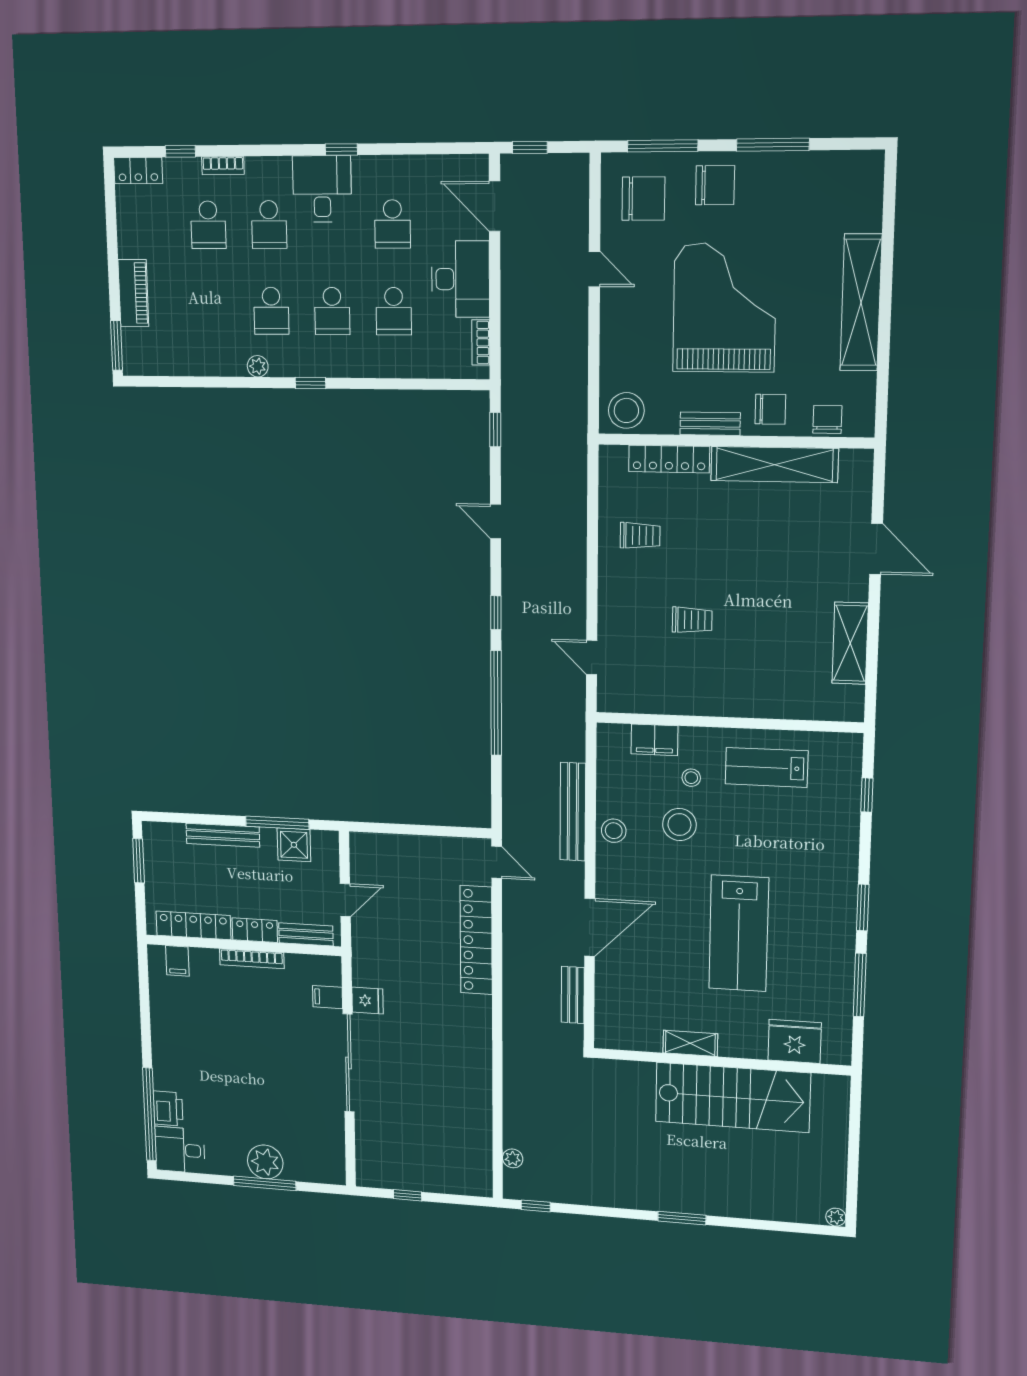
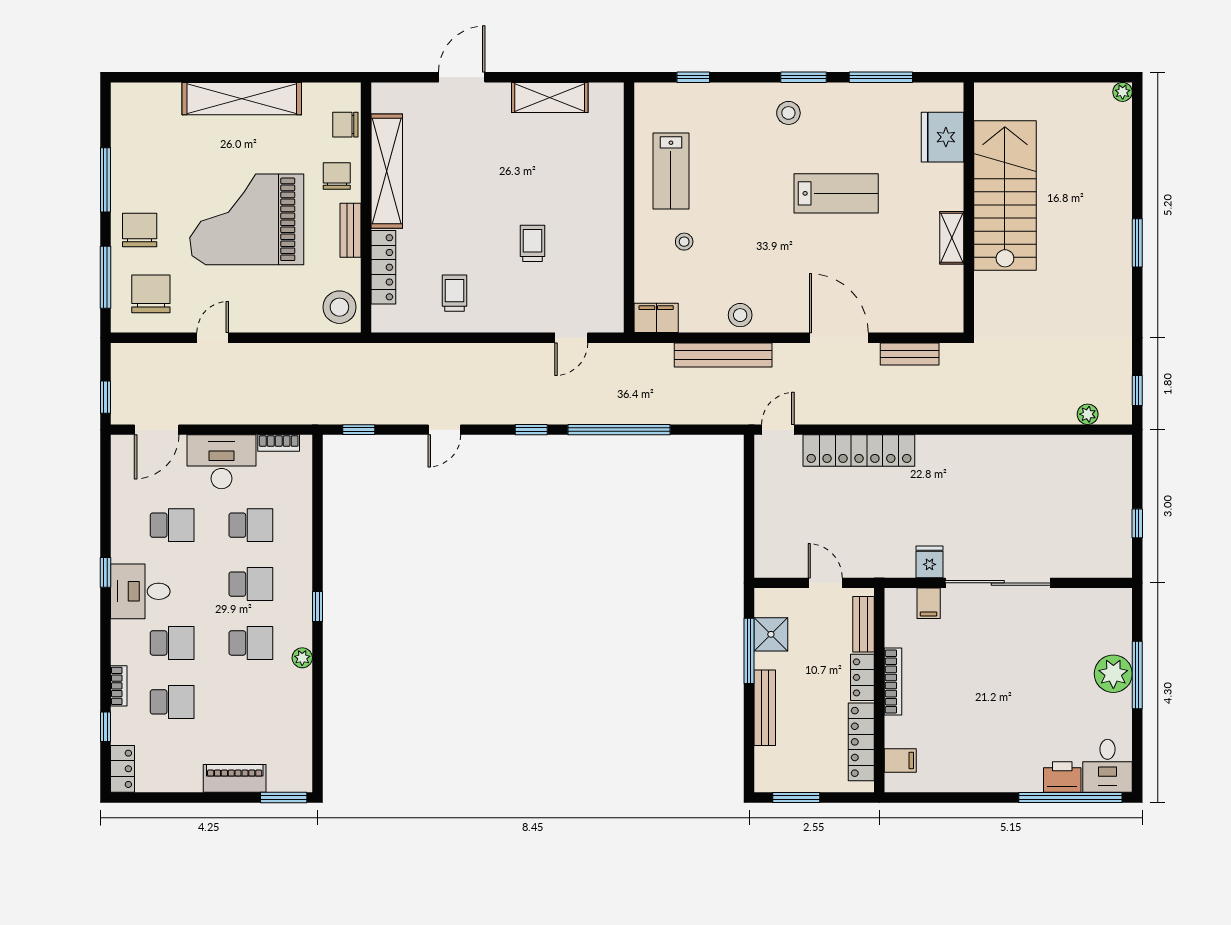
filing cabinet: (654, 740) -> (656, 318), moved, turned -90
stool: (679, 825) -> (788, 113), moved, width x0.73, depth x0.73
lab bench: (739, 933) -> (836, 193), width x0.73, depth x0.72

